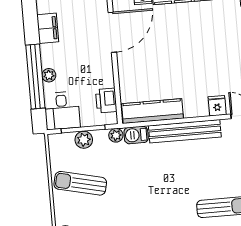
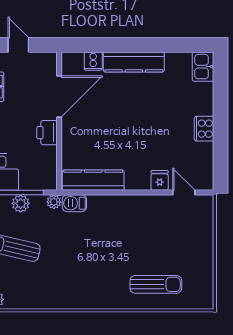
printer: (106, 101) -> (47, 133), moved
bench: (185, 131) -> (124, 204), removed

